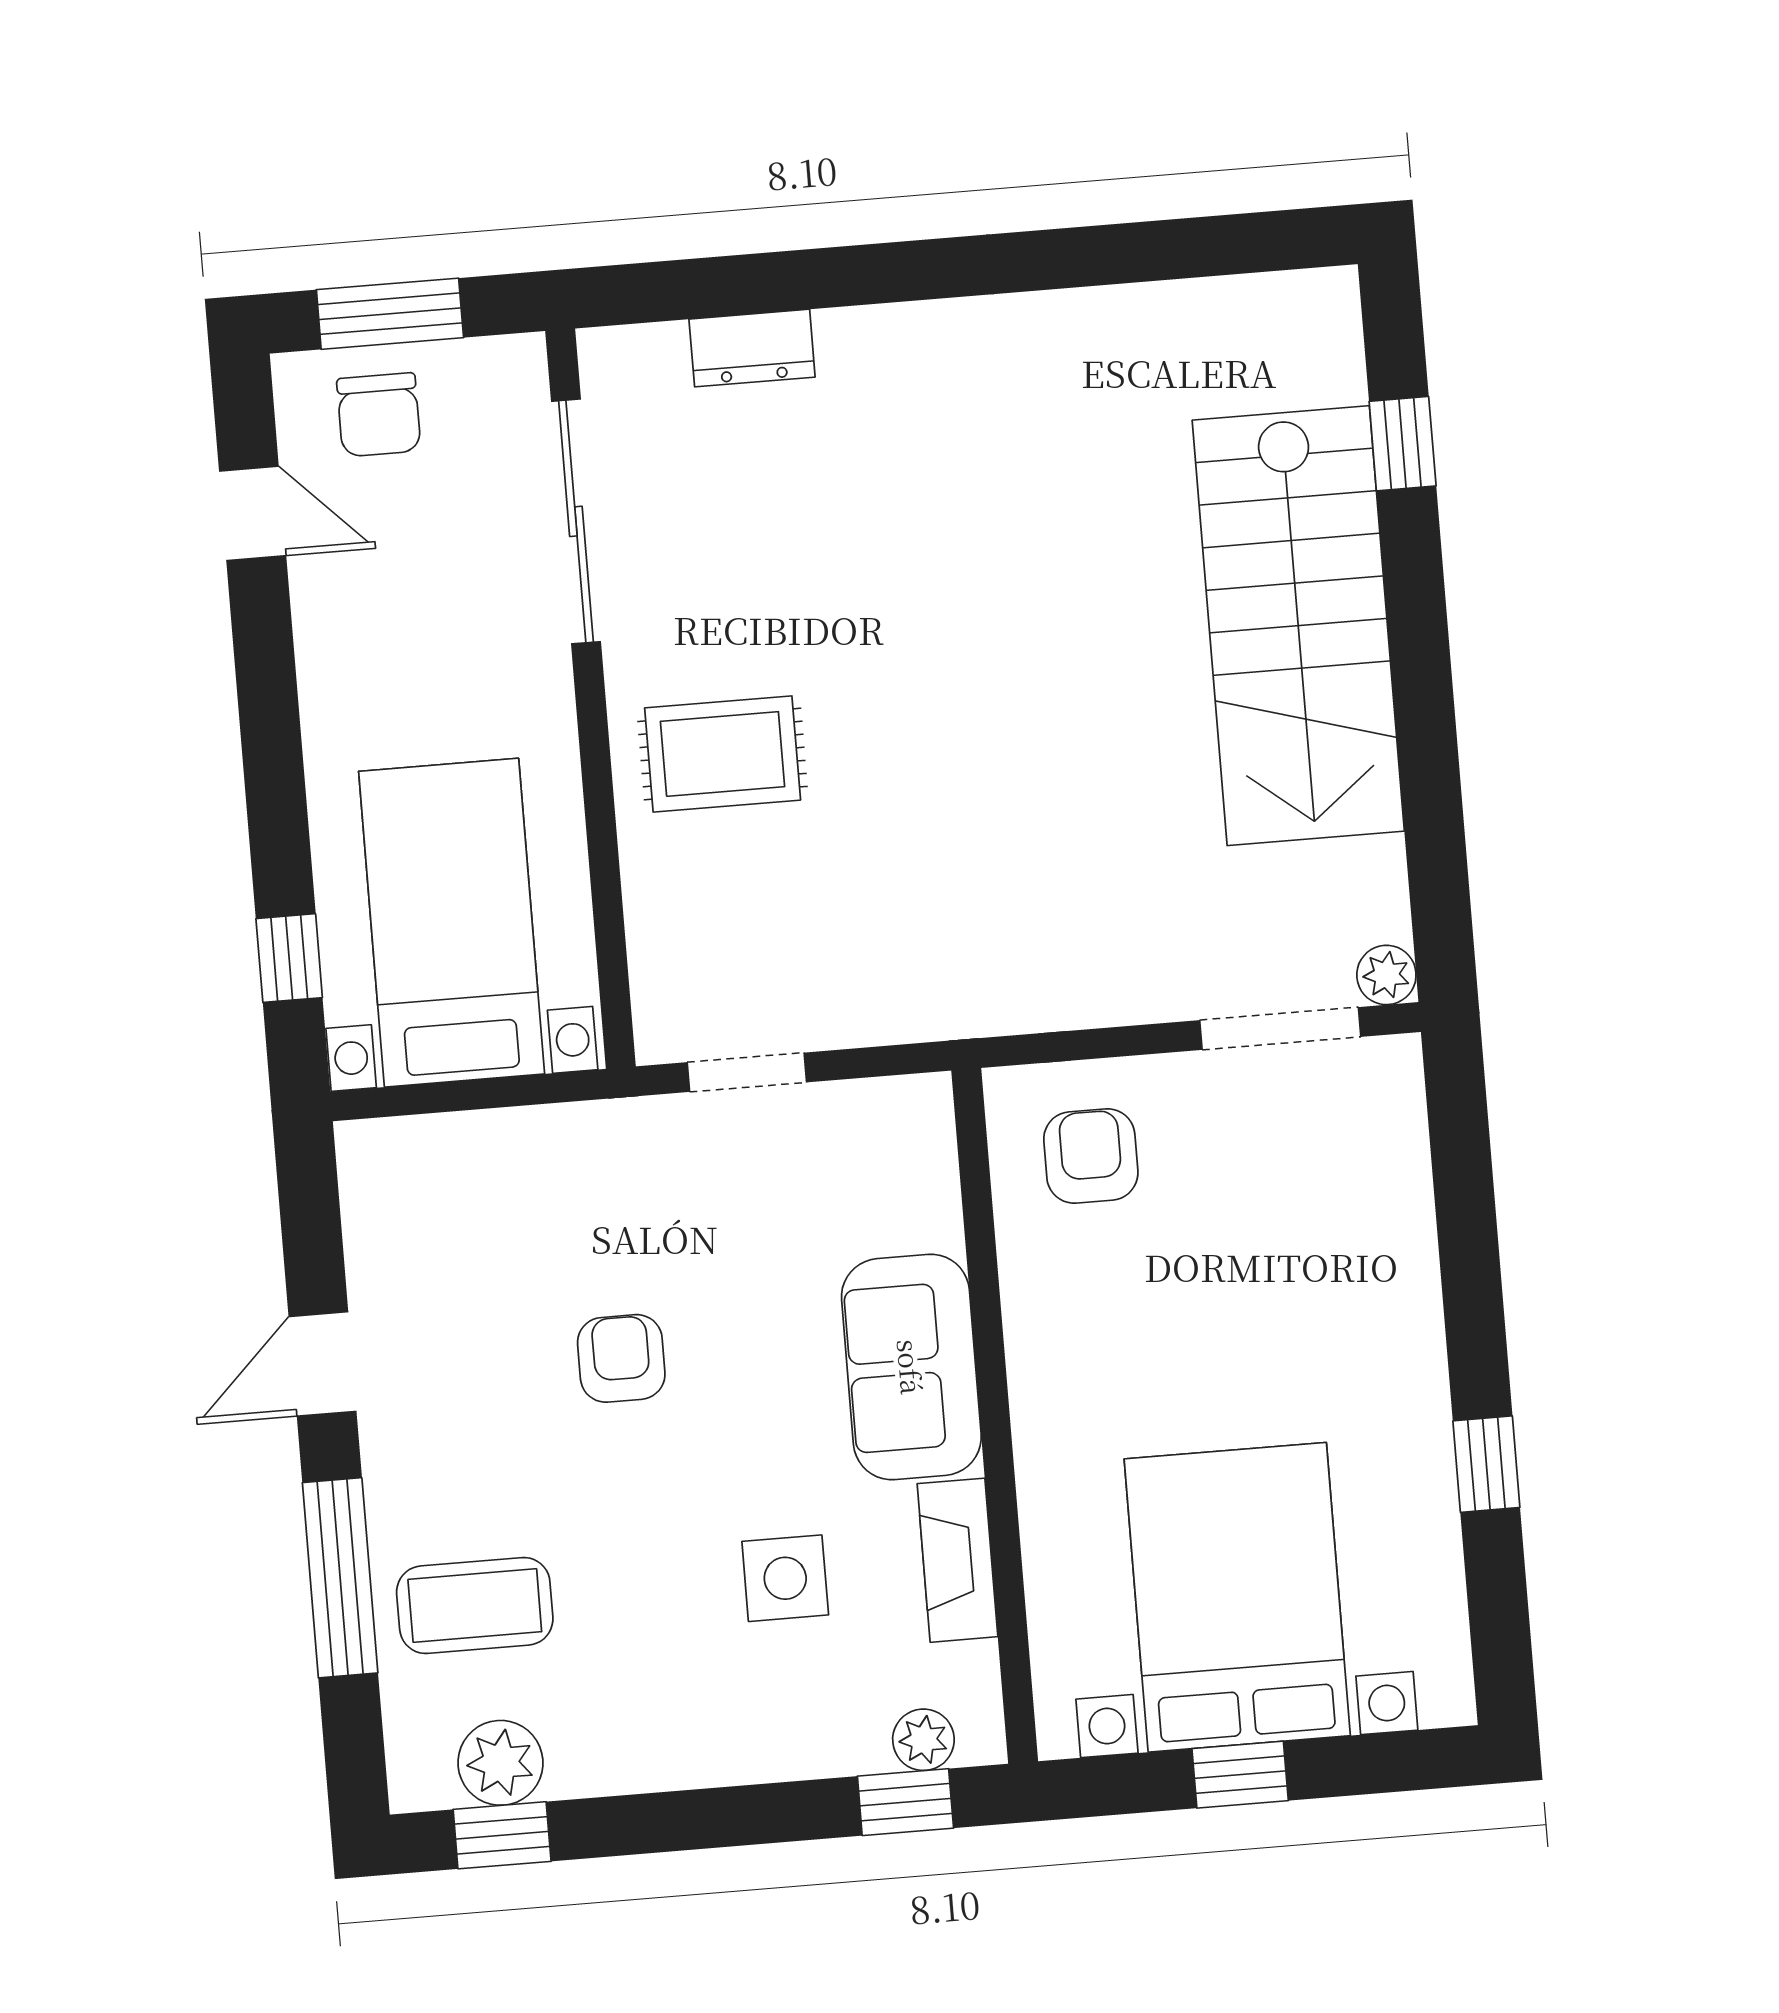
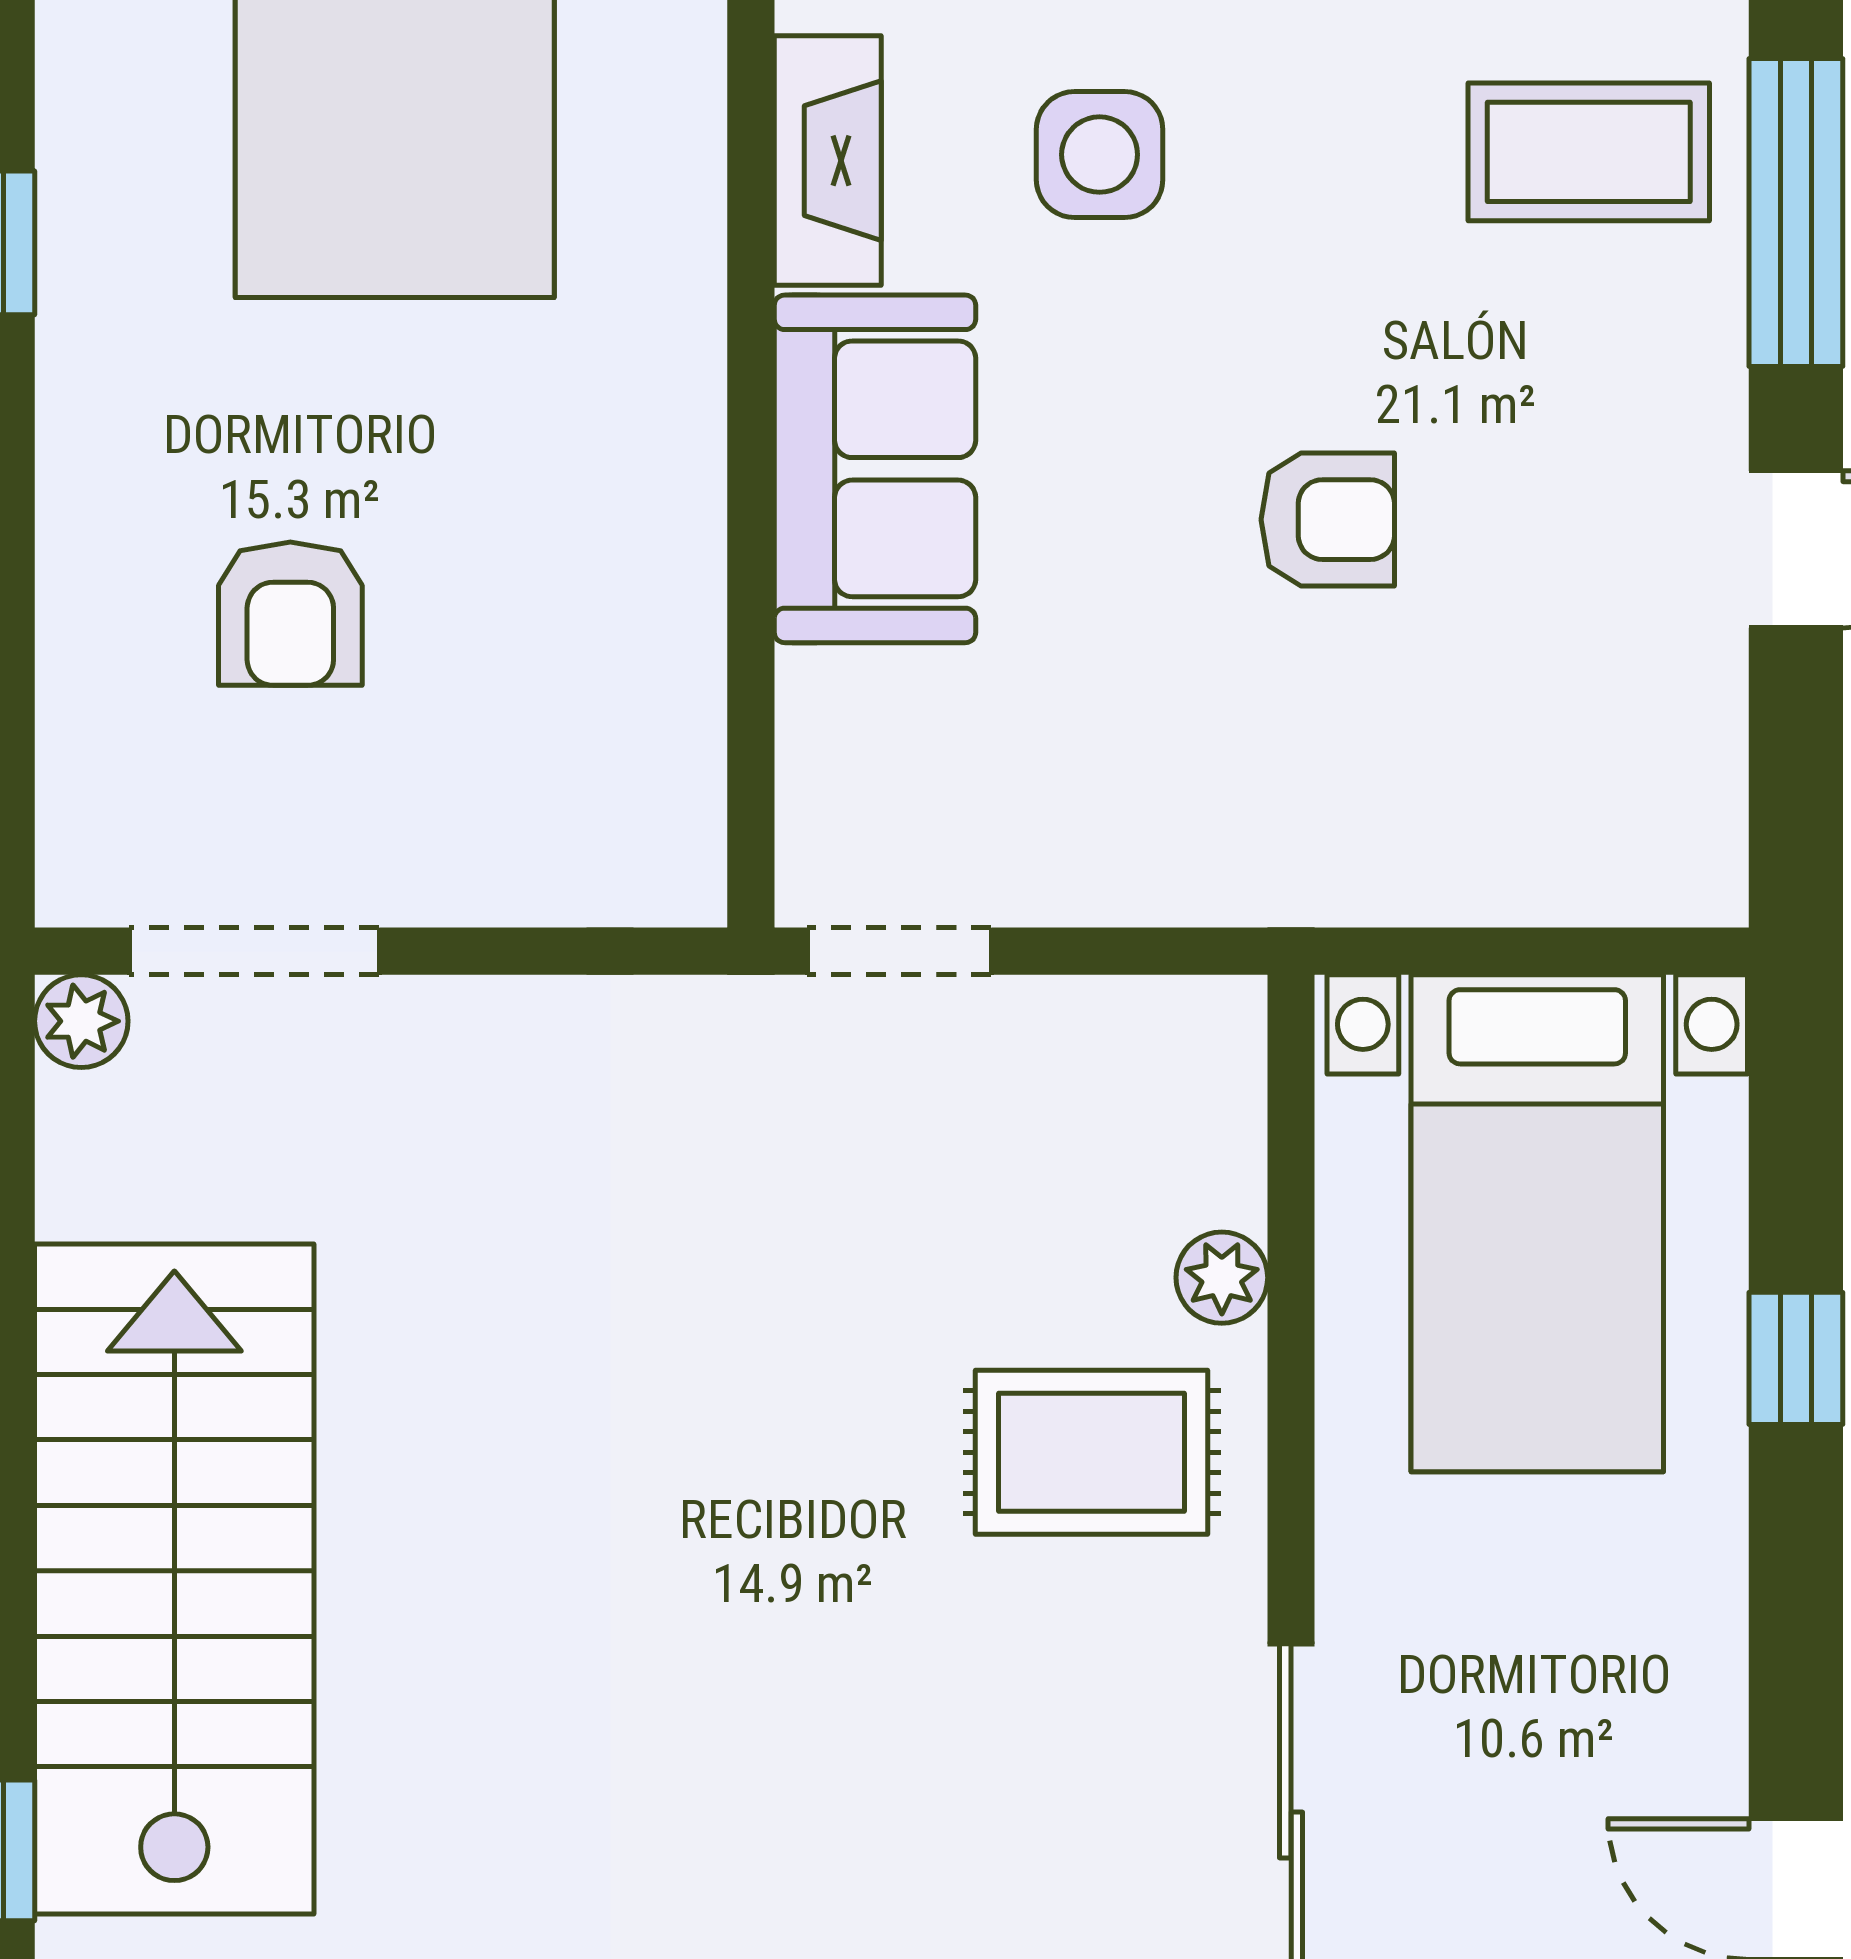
plant: (649, 872) -> (1222, 1278), added
window: (289, 958) -> (1796, 1358), moved
doorway: (747, 1072) -> (899, 951), moved
armchair: (1091, 1156) -> (290, 614), moved
armchair: (621, 1358) -> (1328, 520), turned -90

